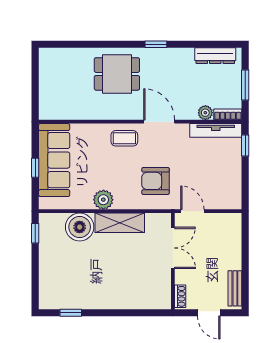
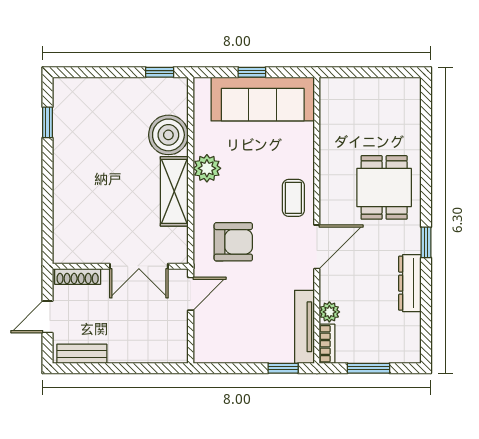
dresser: (215, 56) -> (410, 283), moved
armchair: (156, 181) -> (233, 242), turned 90
shoe rack: (180, 296) -> (78, 277), width x1.43

